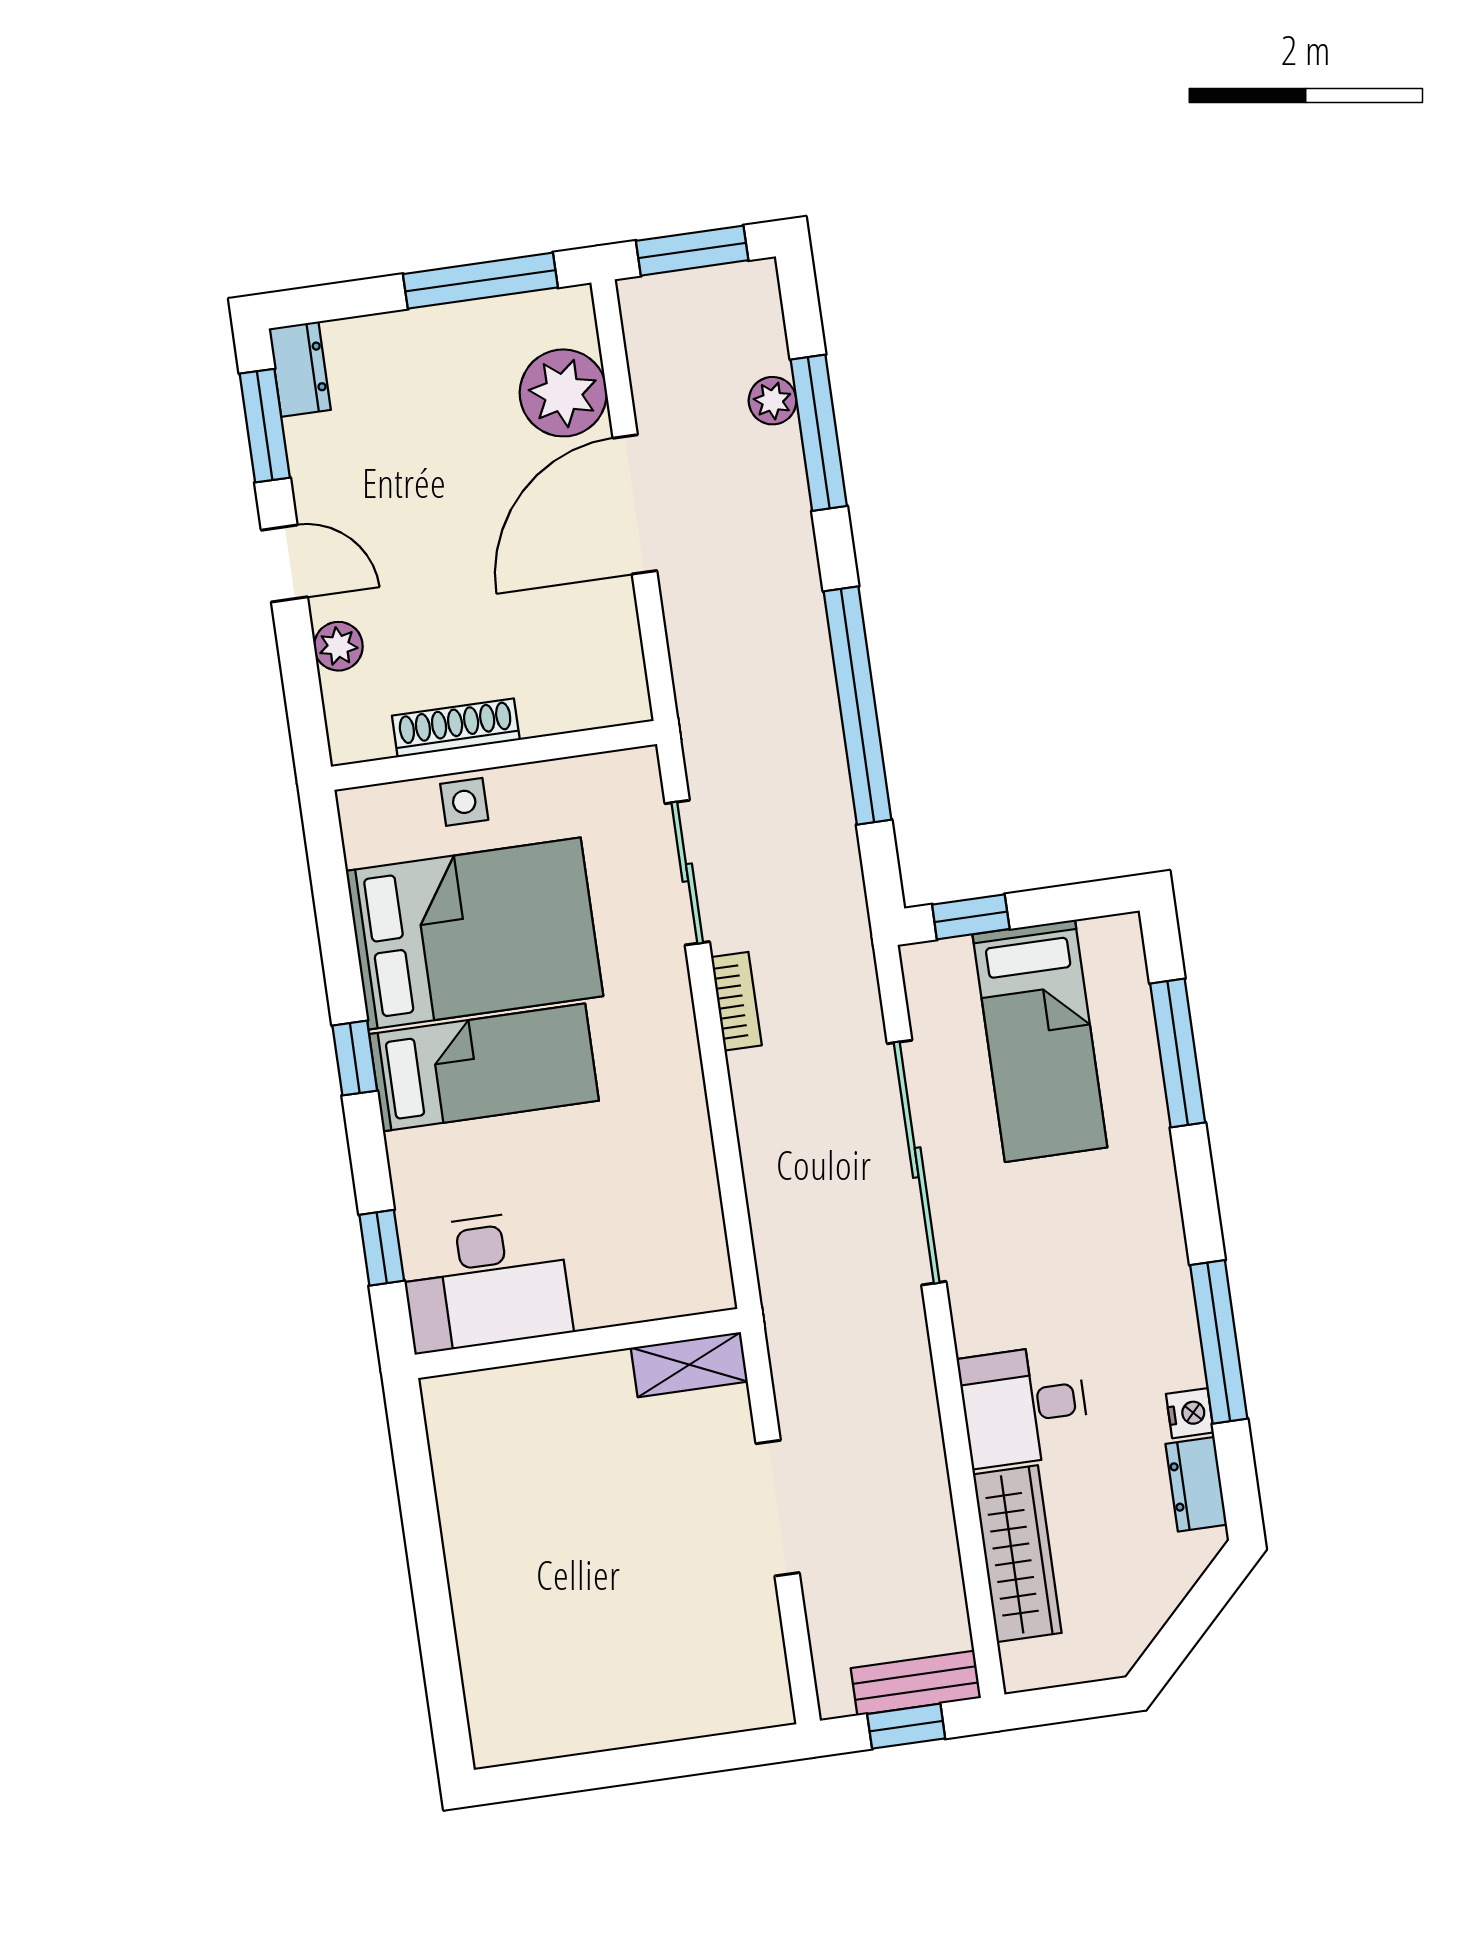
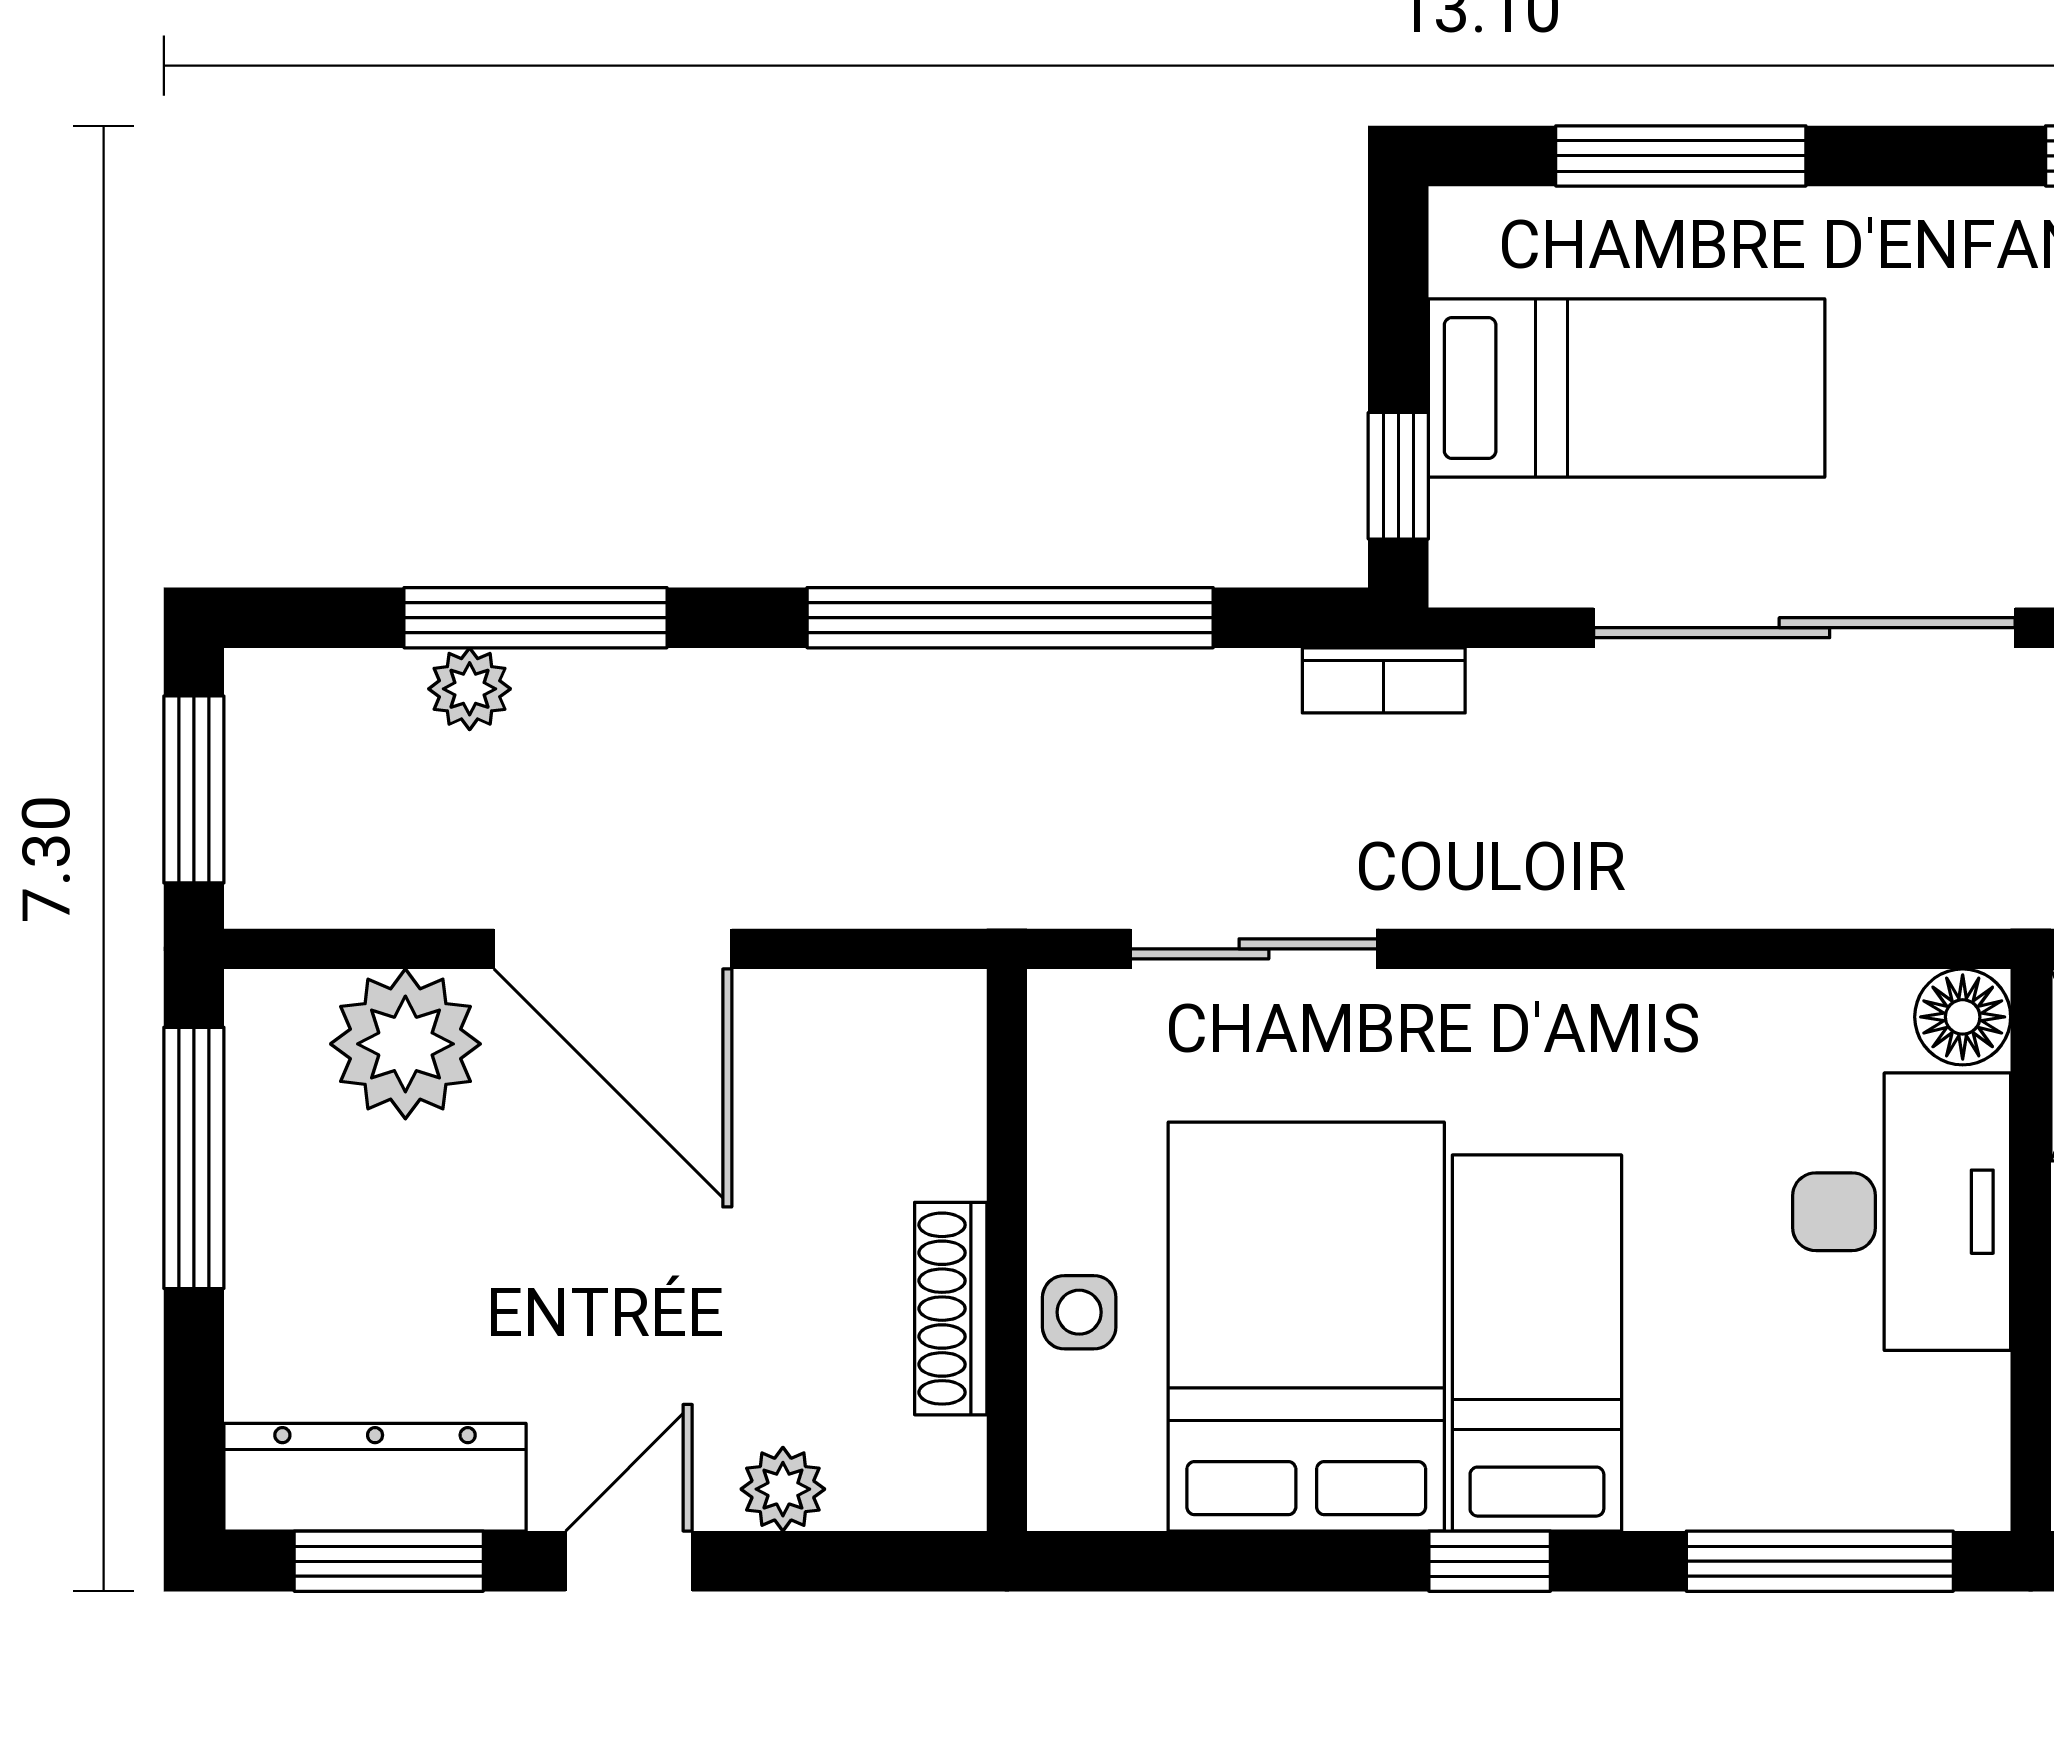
dresser: (300, 369) -> (375, 1477), width x1.96, depth x1.24
bookcase: (736, 1001) -> (1384, 680), moved, turned 180
window: (382, 1248) -> (1820, 1561), width x2.17
desk: (485, 1281) -> (1902, 1212), moved
floor lamp: (706, 1285) -> (1963, 1017), added

